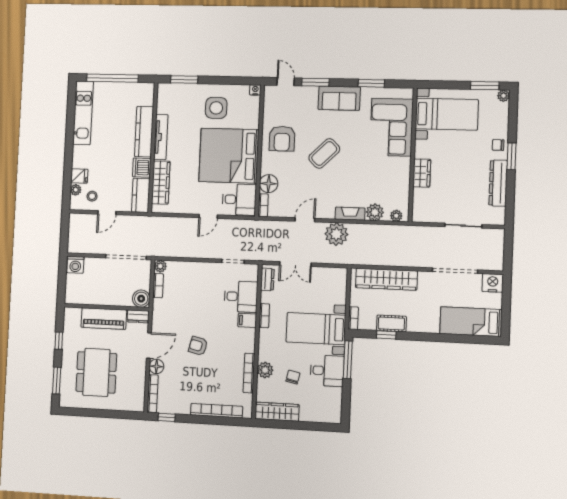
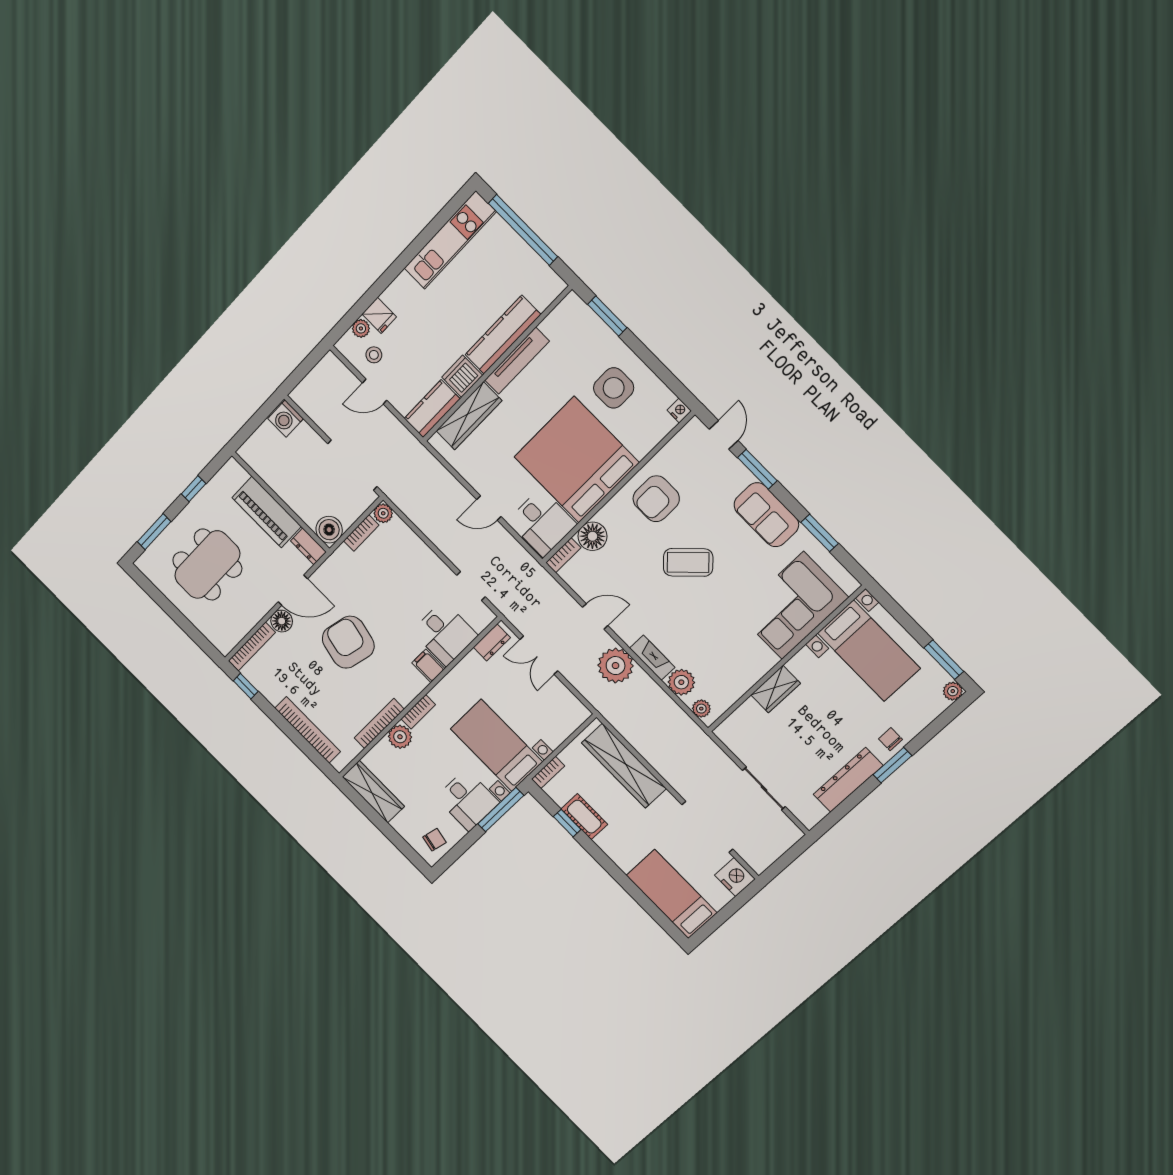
bookcase: (264, 316) -> (418, 712), moved
armchair: (198, 346) -> (348, 642), width x1.88, depth x1.88
chair: (293, 377) -> (435, 840), moved

